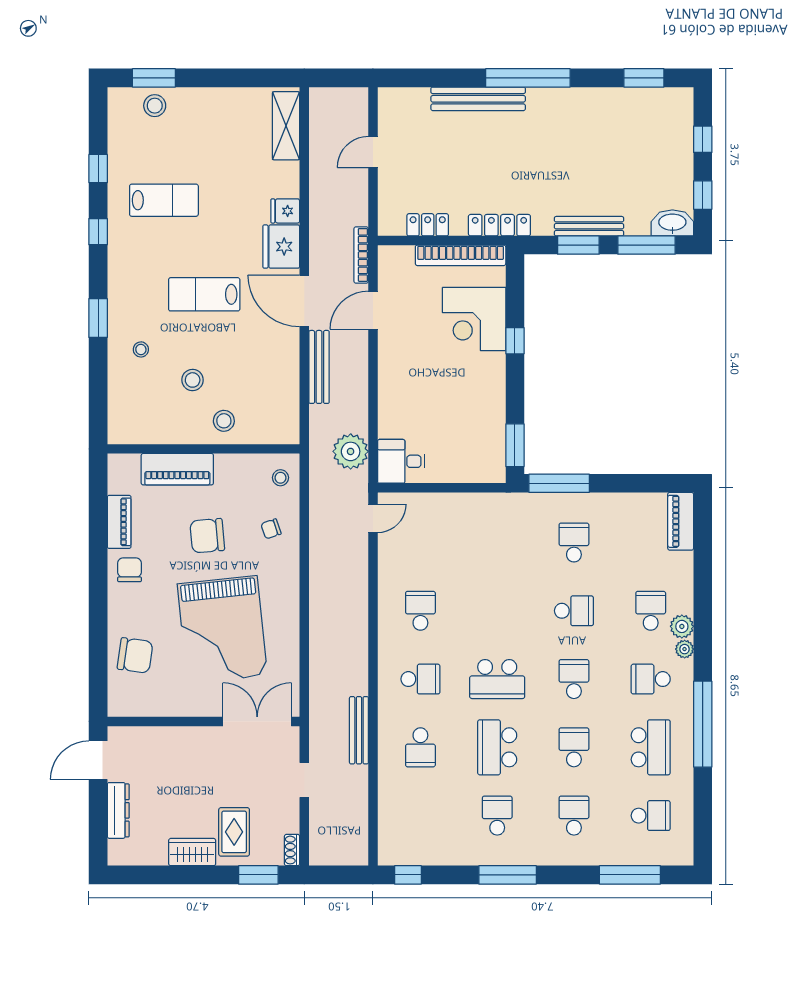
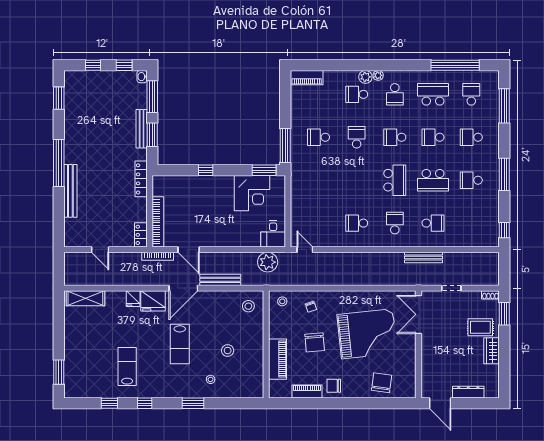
stool: (155, 106) -> (74, 372), removed
washbasin: (672, 223) -> (142, 77), width x0.52, depth x0.69
locker: (428, 225) -> (141, 235), moved
bookcase: (461, 255) -> (158, 222), moved
corner desk: (474, 319) -> (252, 193), moved
stool: (224, 421) -> (248, 306), moved
window: (703, 724) -> (455, 65), moved

